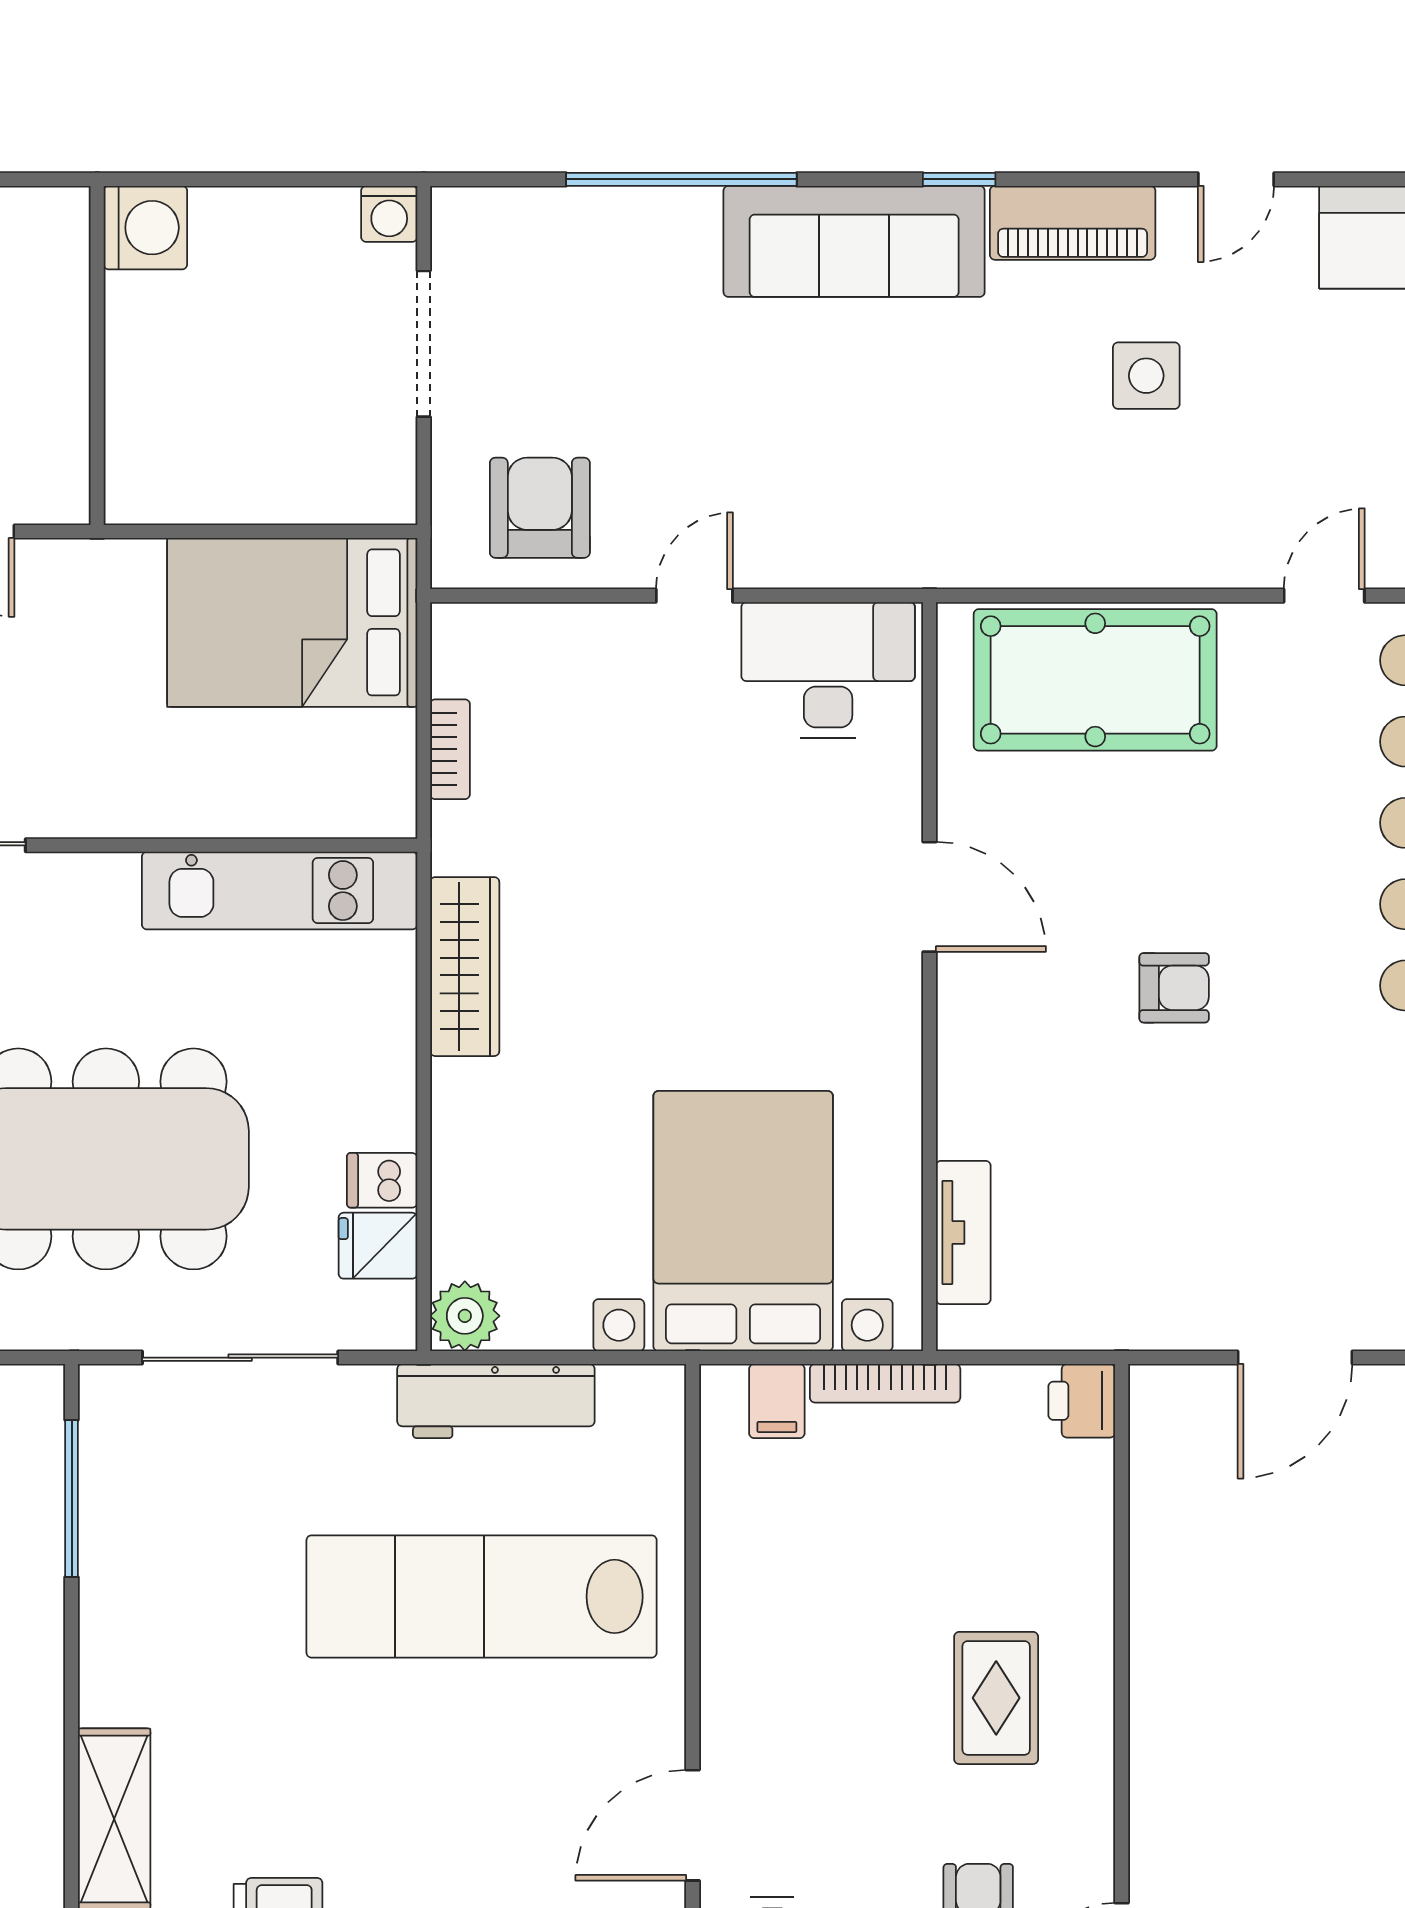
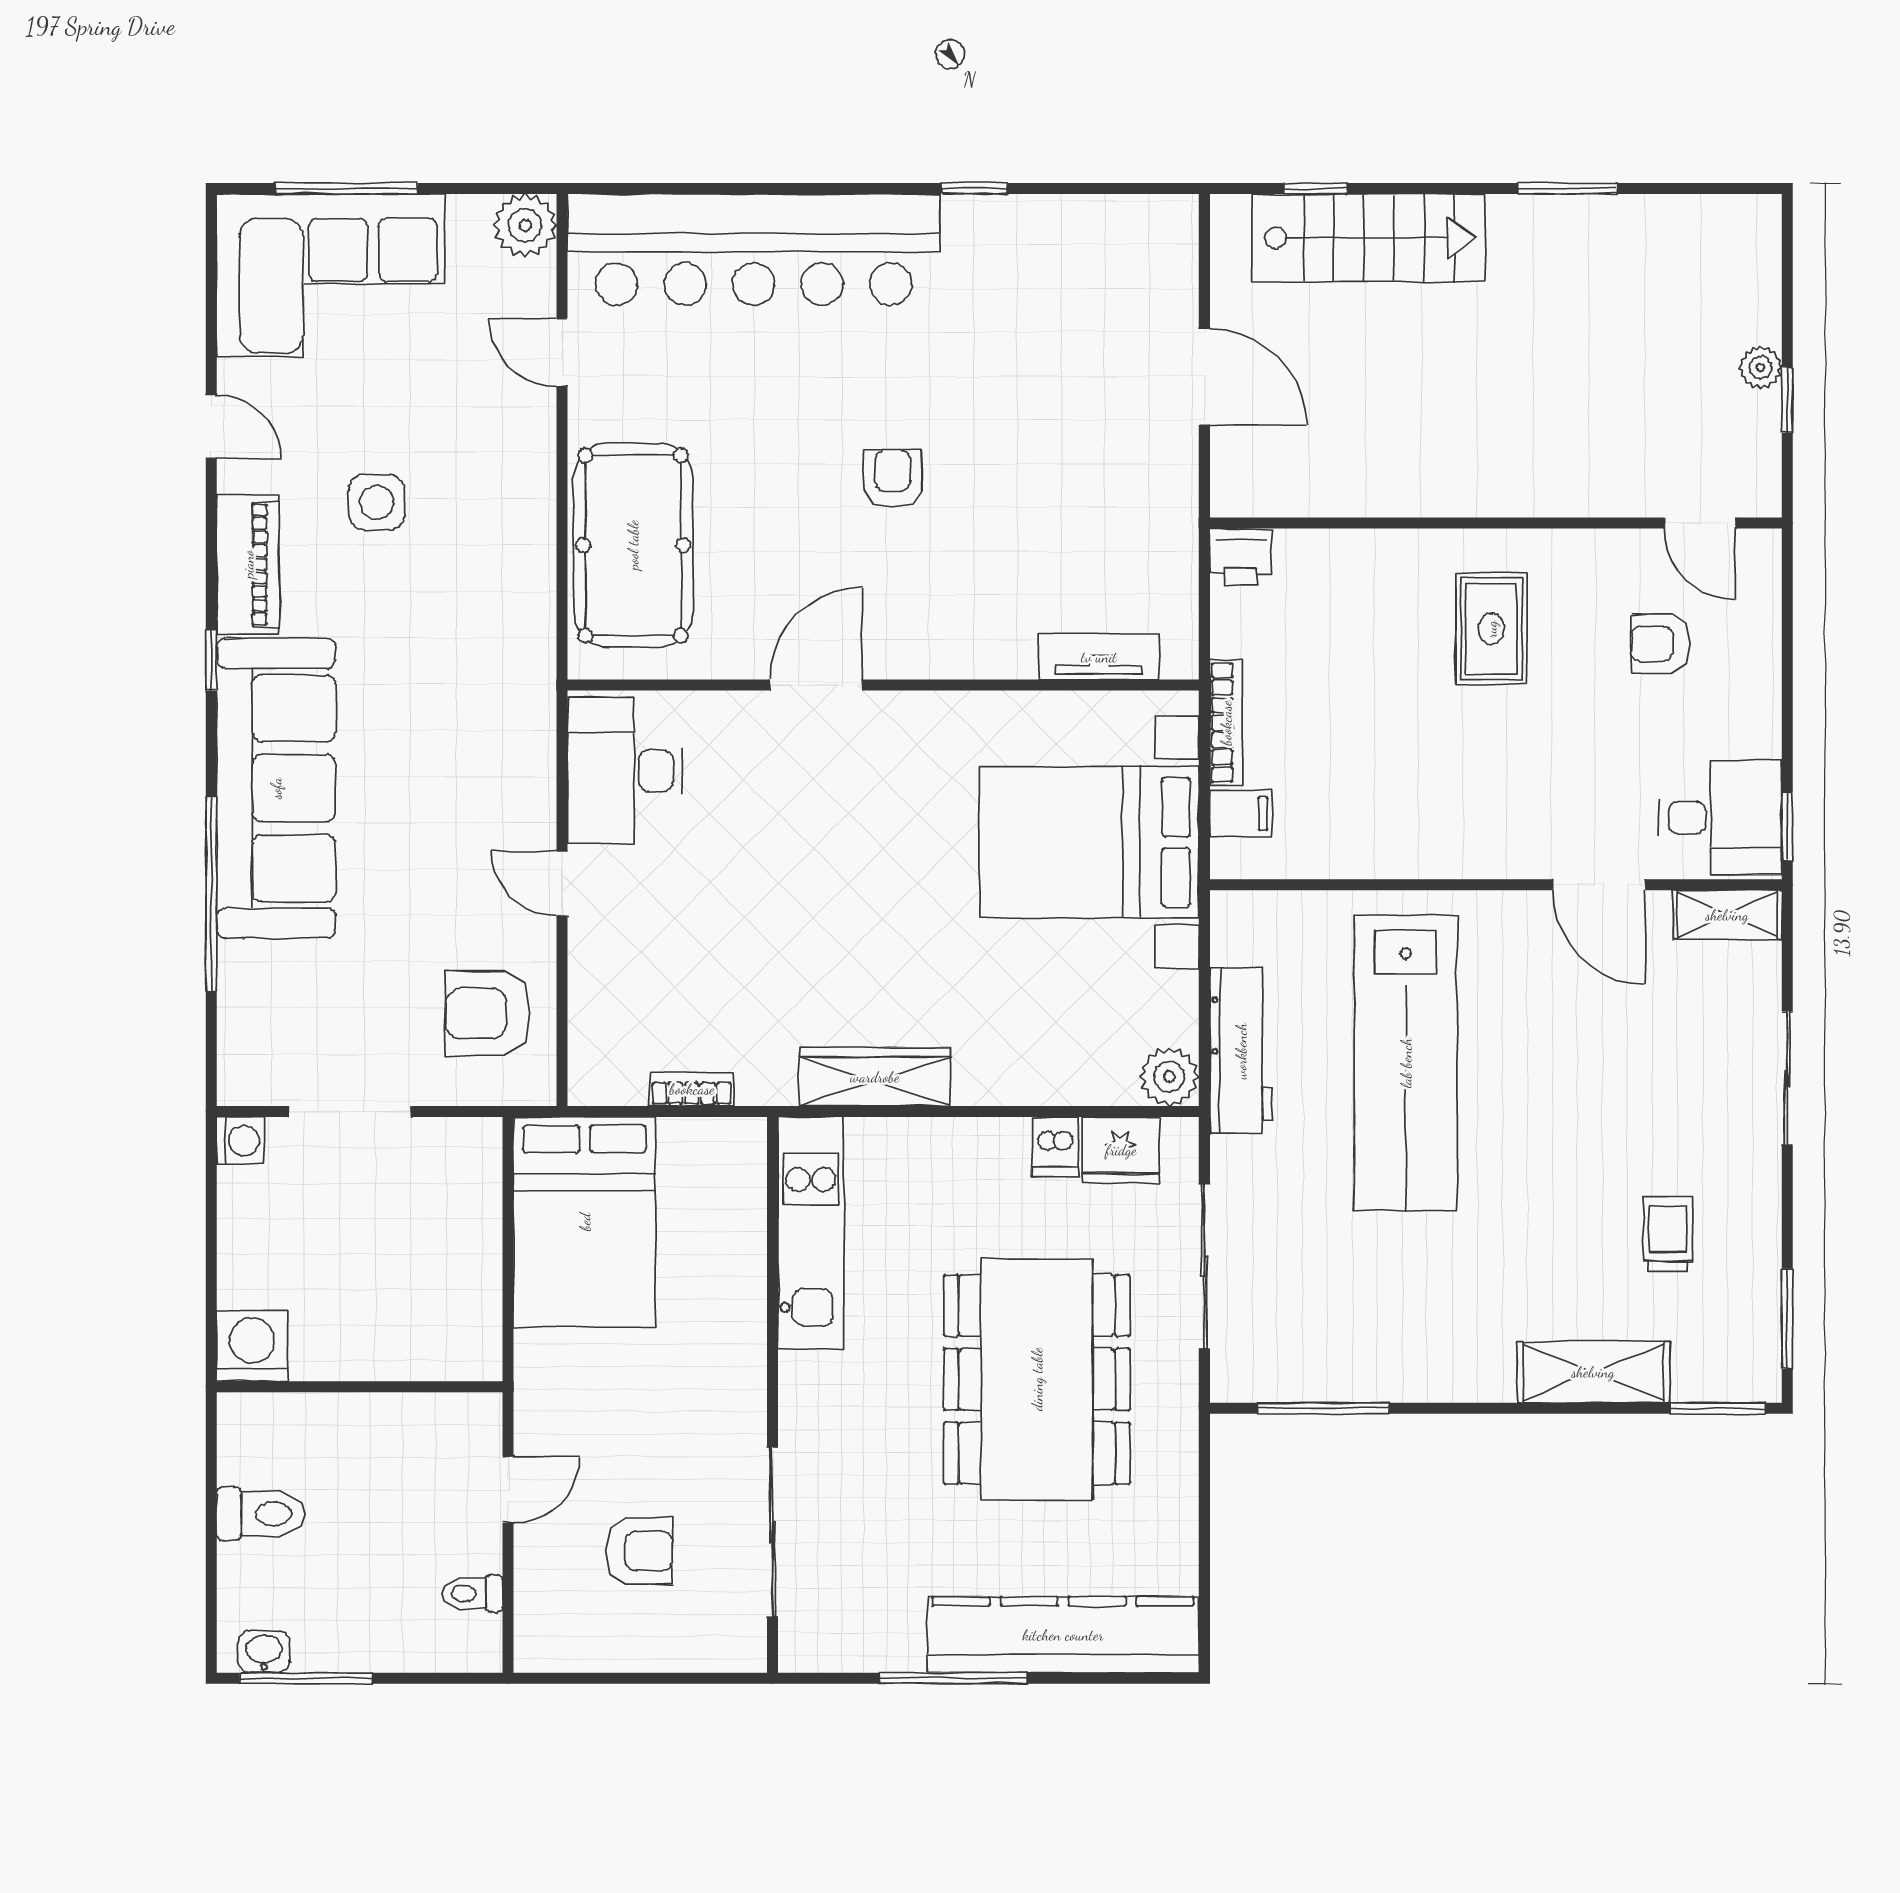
sofa: (854, 241) -> (276, 788), width x1.36, depth x1.27
fridge: (378, 1246) -> (1121, 1150), width x1.38
rug: (996, 1698) -> (1491, 629), turned 90

